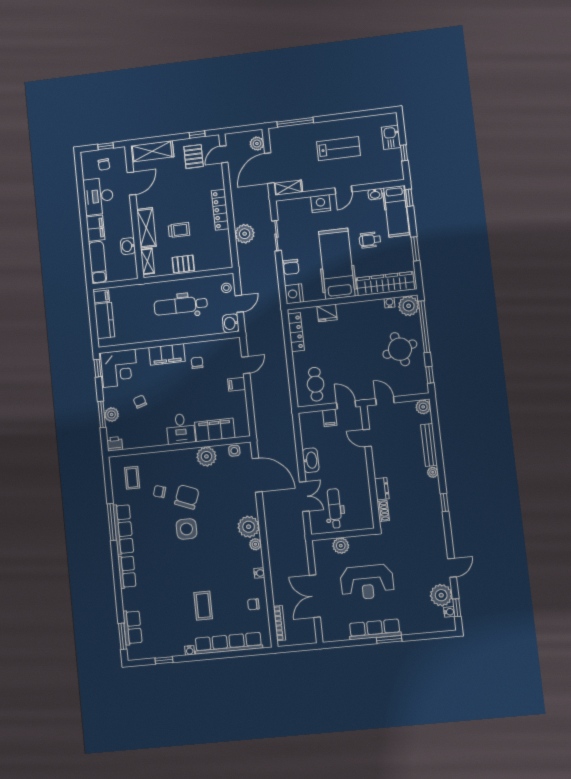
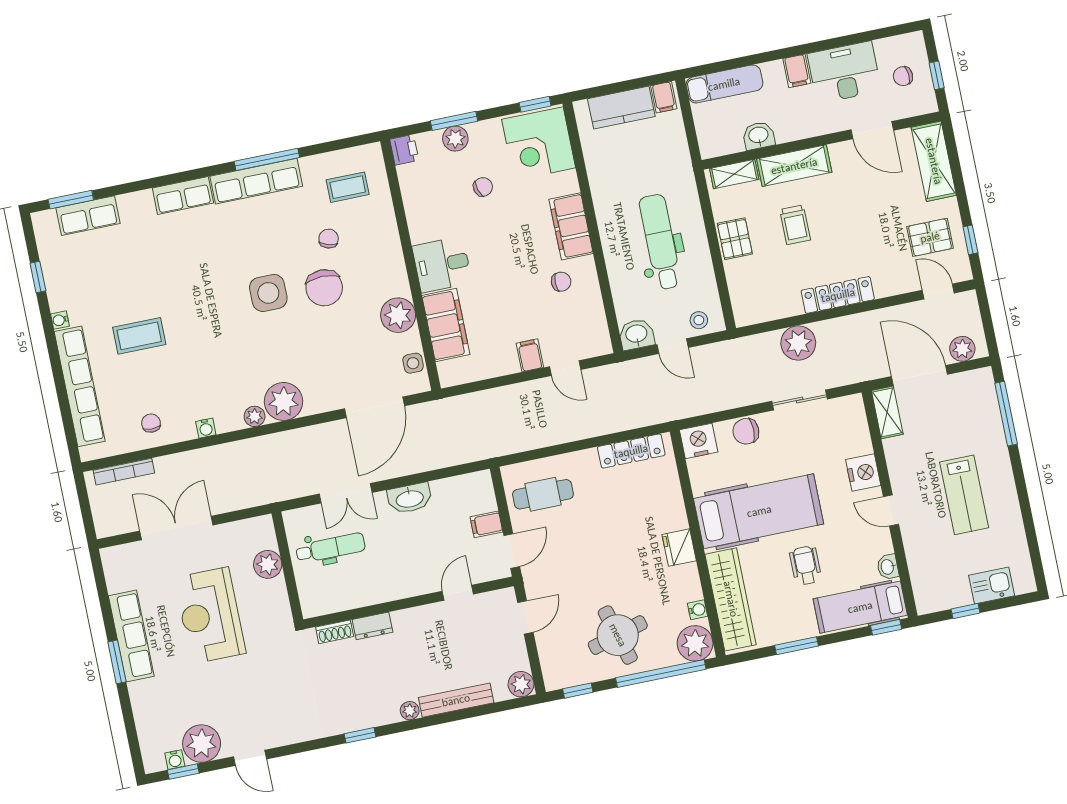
filing cabinet: (95, 228) -> (797, 71), width x0.50
fridge: (327, 313) -> (679, 548), moved
chair: (187, 497) -> (324, 288), turned 69

